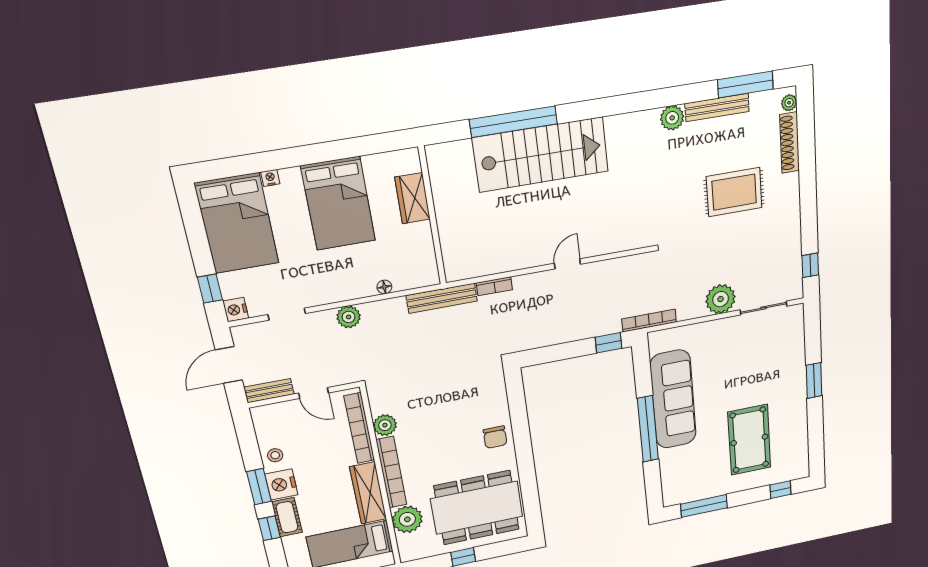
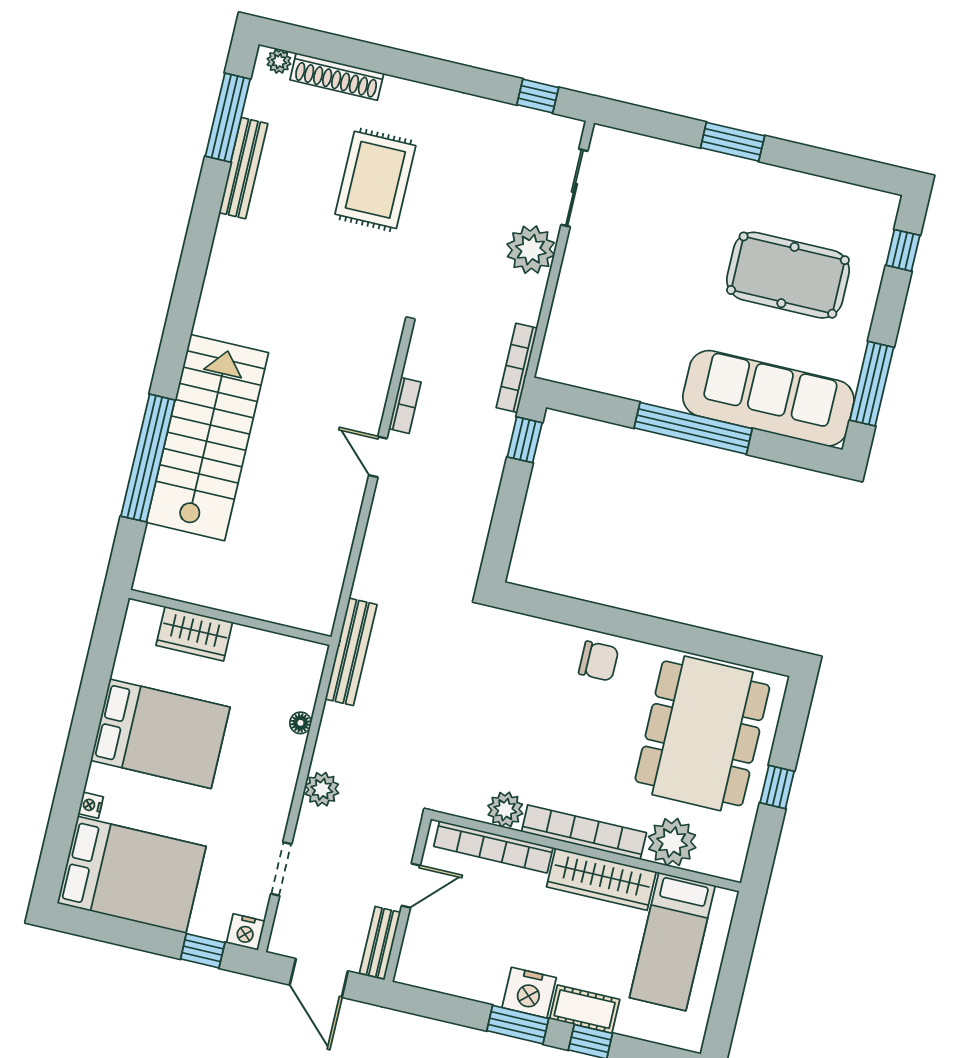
plant: (672, 118) -> (232, 237), removed
bookcase: (494, 286) -> (405, 405), moved
sofa: (673, 399) -> (768, 398), moved
stool: (275, 455) -> (480, 980), removed

